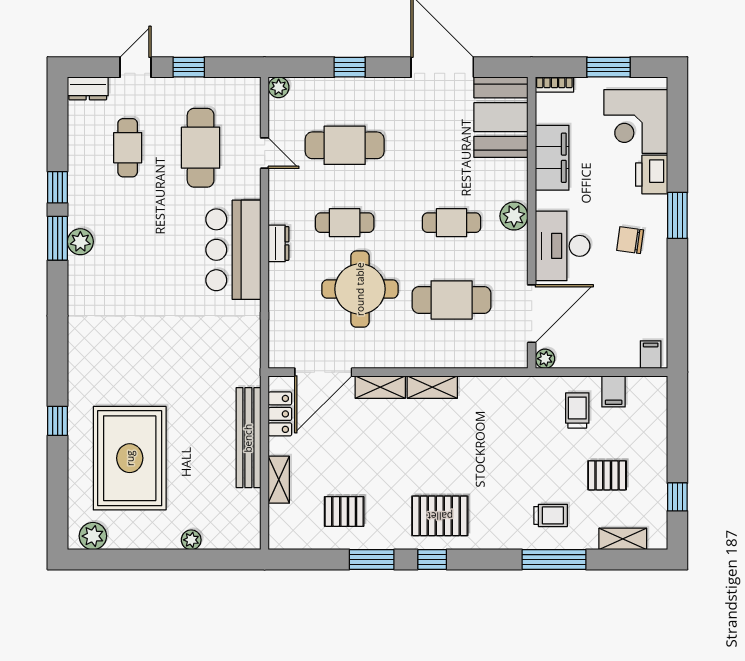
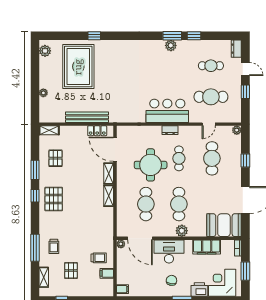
cafe table: (452, 223) -> (179, 204), width x1.37, depth x1.35
rug: (130, 458) -> (78, 67), turned 90
shelving: (279, 480) -> (49, 130), moved

